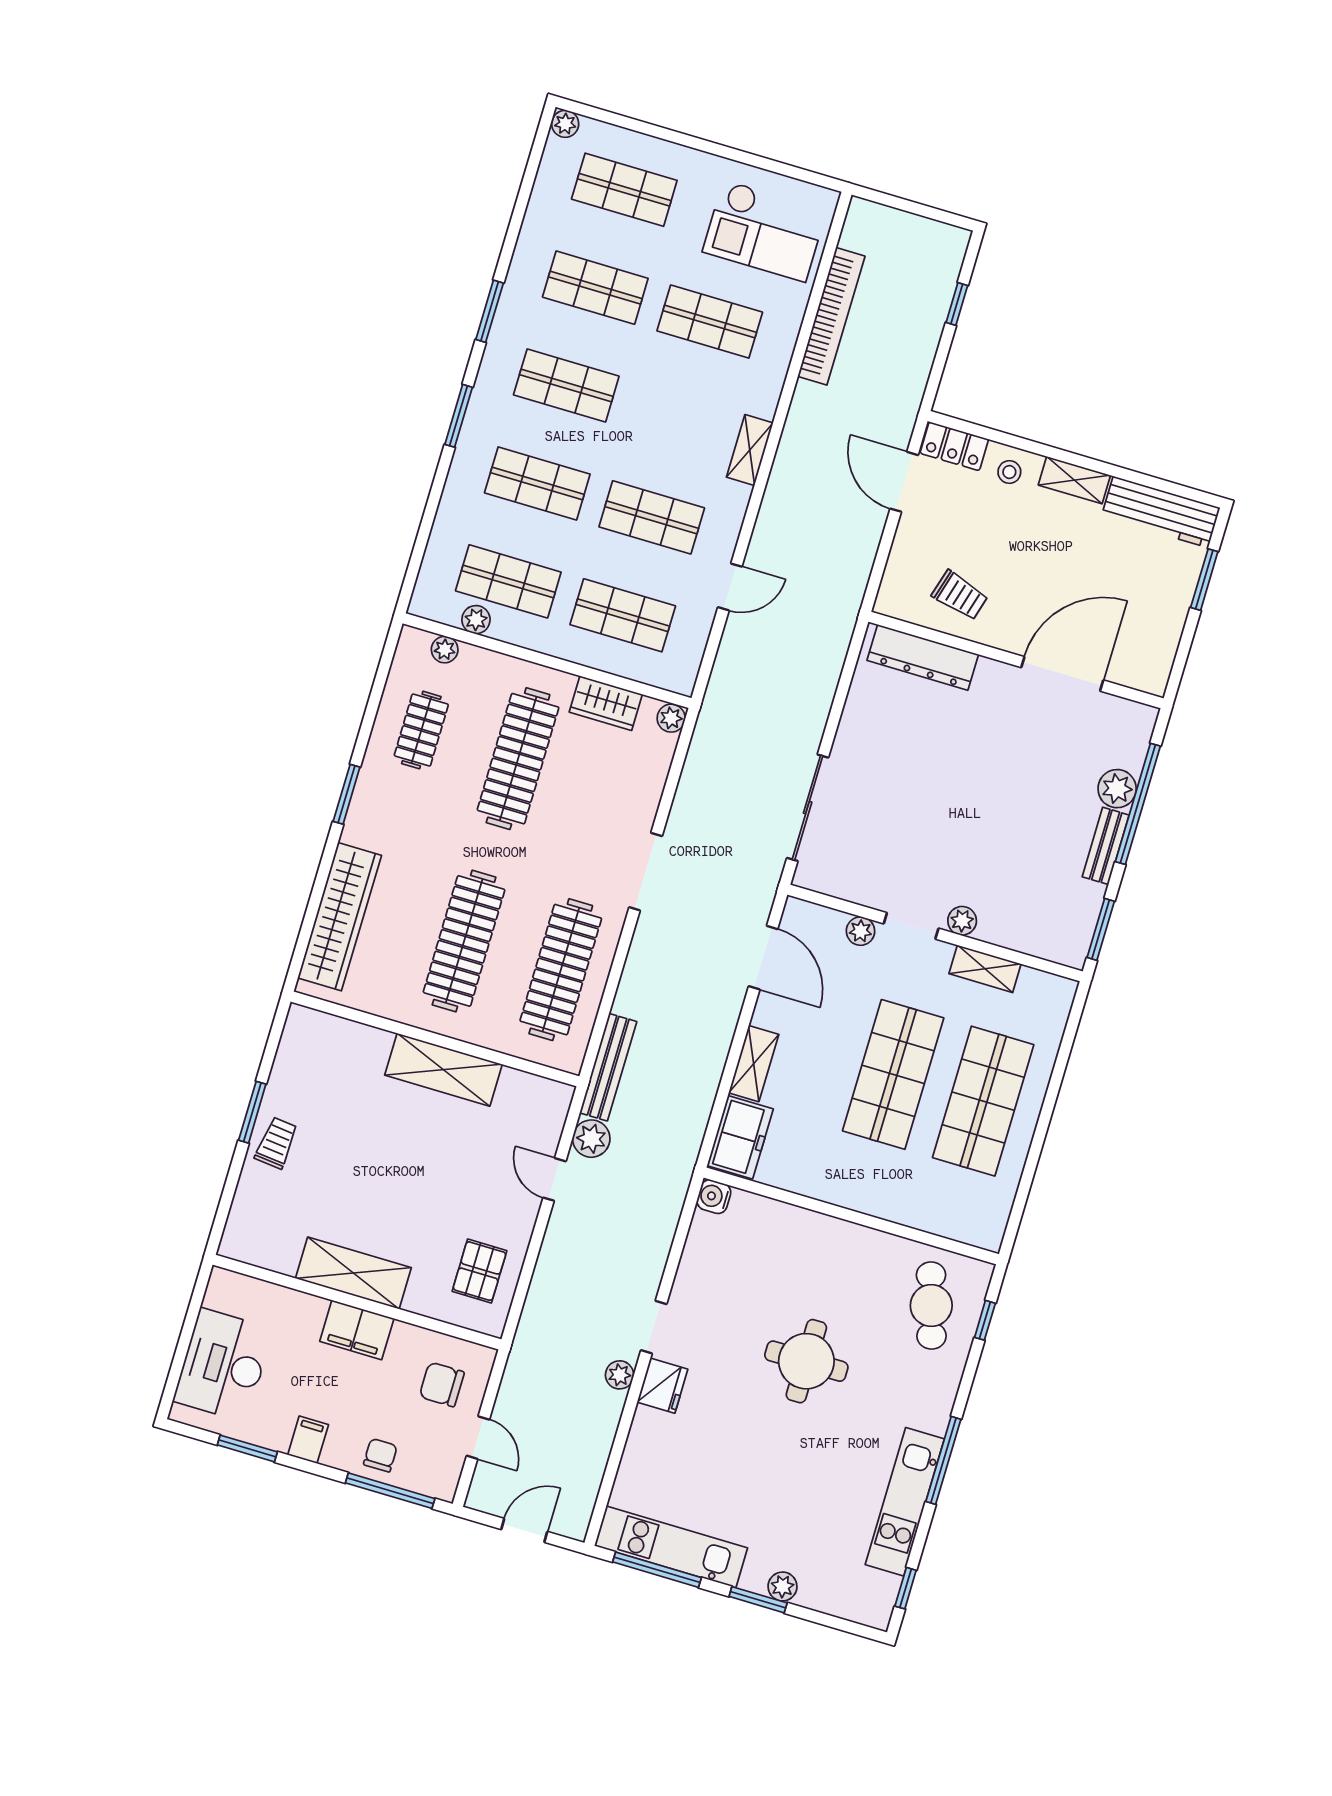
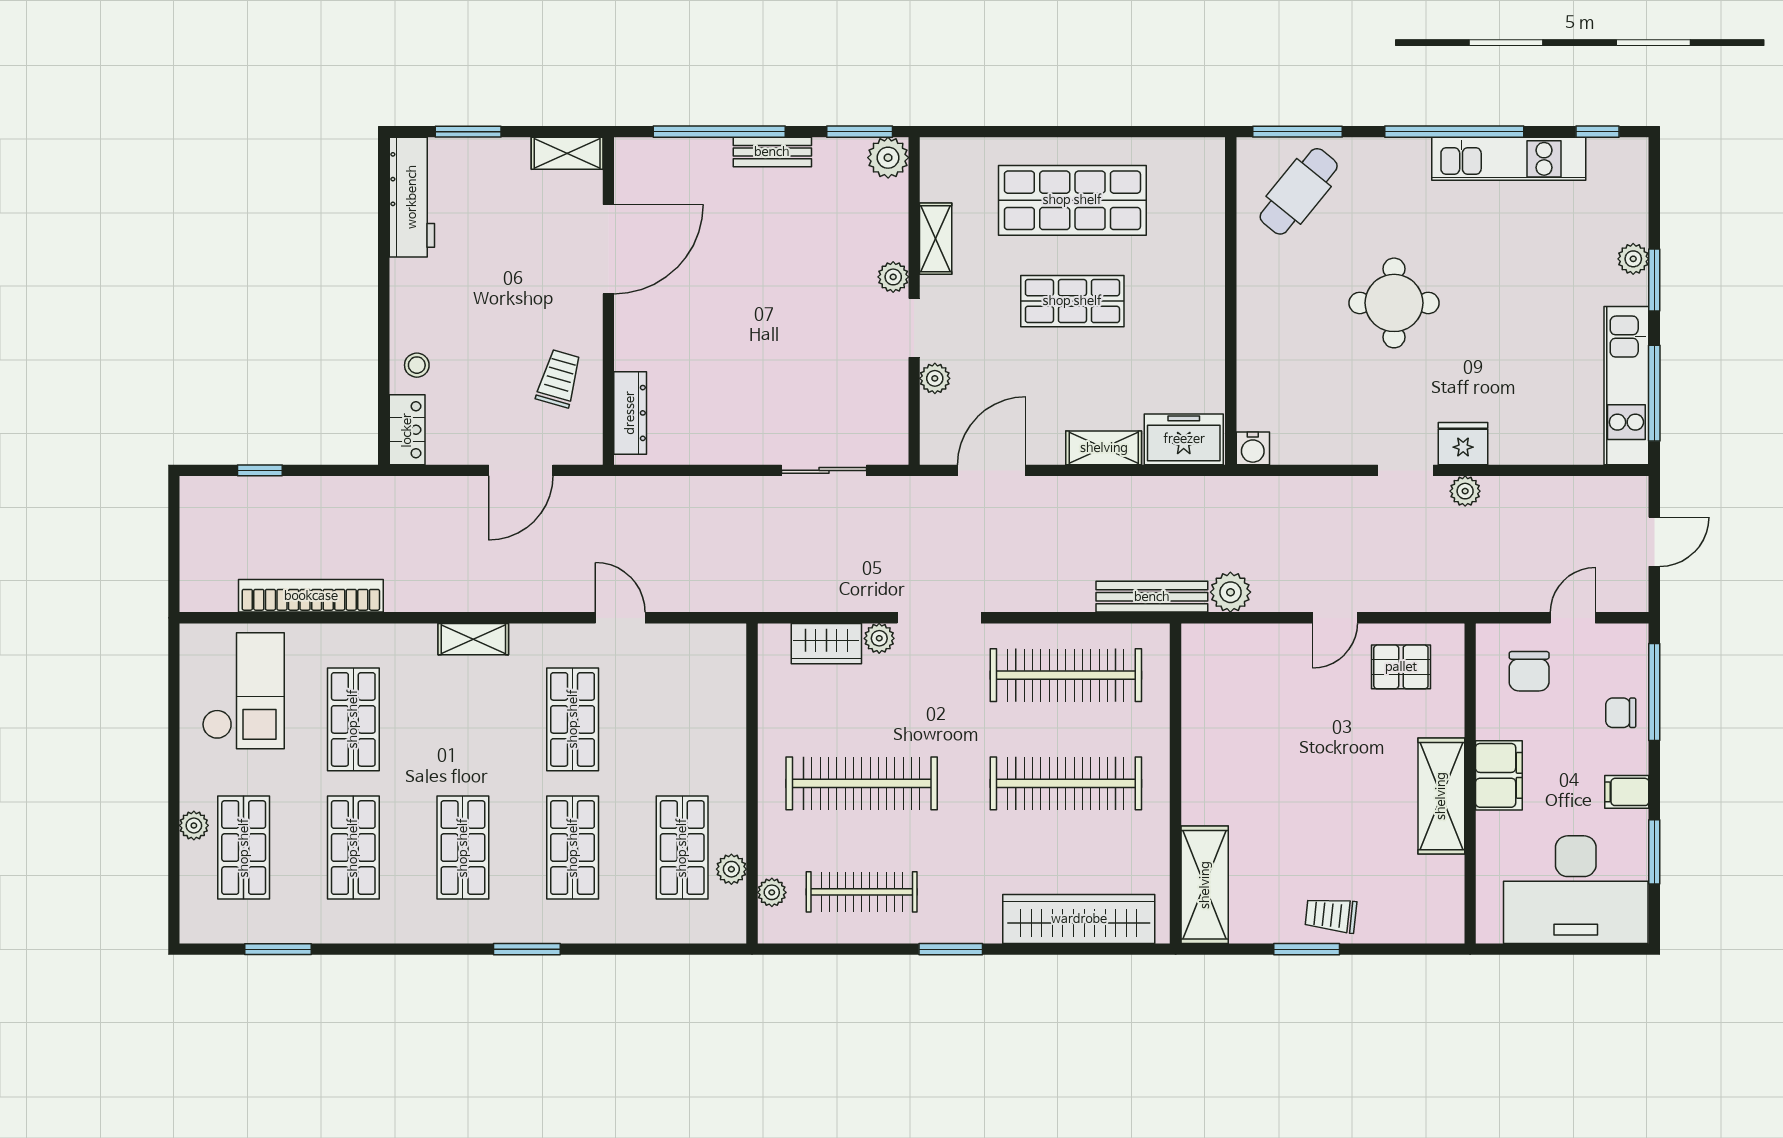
plant: (565, 124) -> (194, 825), moved
window: (490, 311) -> (278, 949), moved
shelving: (1074, 480) -> (567, 153), moved, turned 90
door: (904, 482) -> (521, 470), moved
shop shelf: (623, 615) -> (682, 719), removed
dresser: (923, 657) -> (630, 413), width x0.73, depth x0.80
door: (1062, 674) -> (608, 249), swing flipped
wardrobe: (606, 703) -> (826, 644), moved, turned 90
plant: (671, 718) -> (879, 638), moved
clothes rail: (421, 730) -> (862, 892), width x1.36
plant: (1117, 789) -> (888, 158), moved
sliding door: (808, 808) -> (824, 470), width x0.73
shelving: (443, 1070) -> (1205, 885), moved
shop shelf: (893, 1074) -> (1072, 301), width x0.70, depth x0.74
door: (554, 1179) -> (1335, 618), moved
cafe table: (931, 1306) -> (1299, 191), turned -34
window: (985, 1320) -> (1297, 132), width x2.17
desk: (223, 1365) -> (1576, 890), width x1.36, depth x1.30
window: (943, 1460) -> (1454, 132), width x1.46
door: (524, 1530) -> (1654, 542), swing flipped

